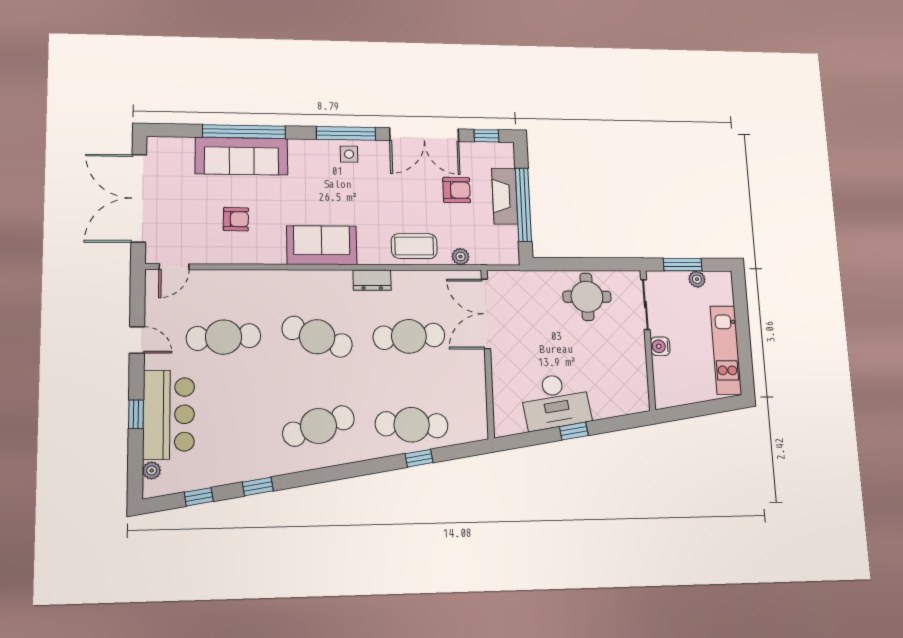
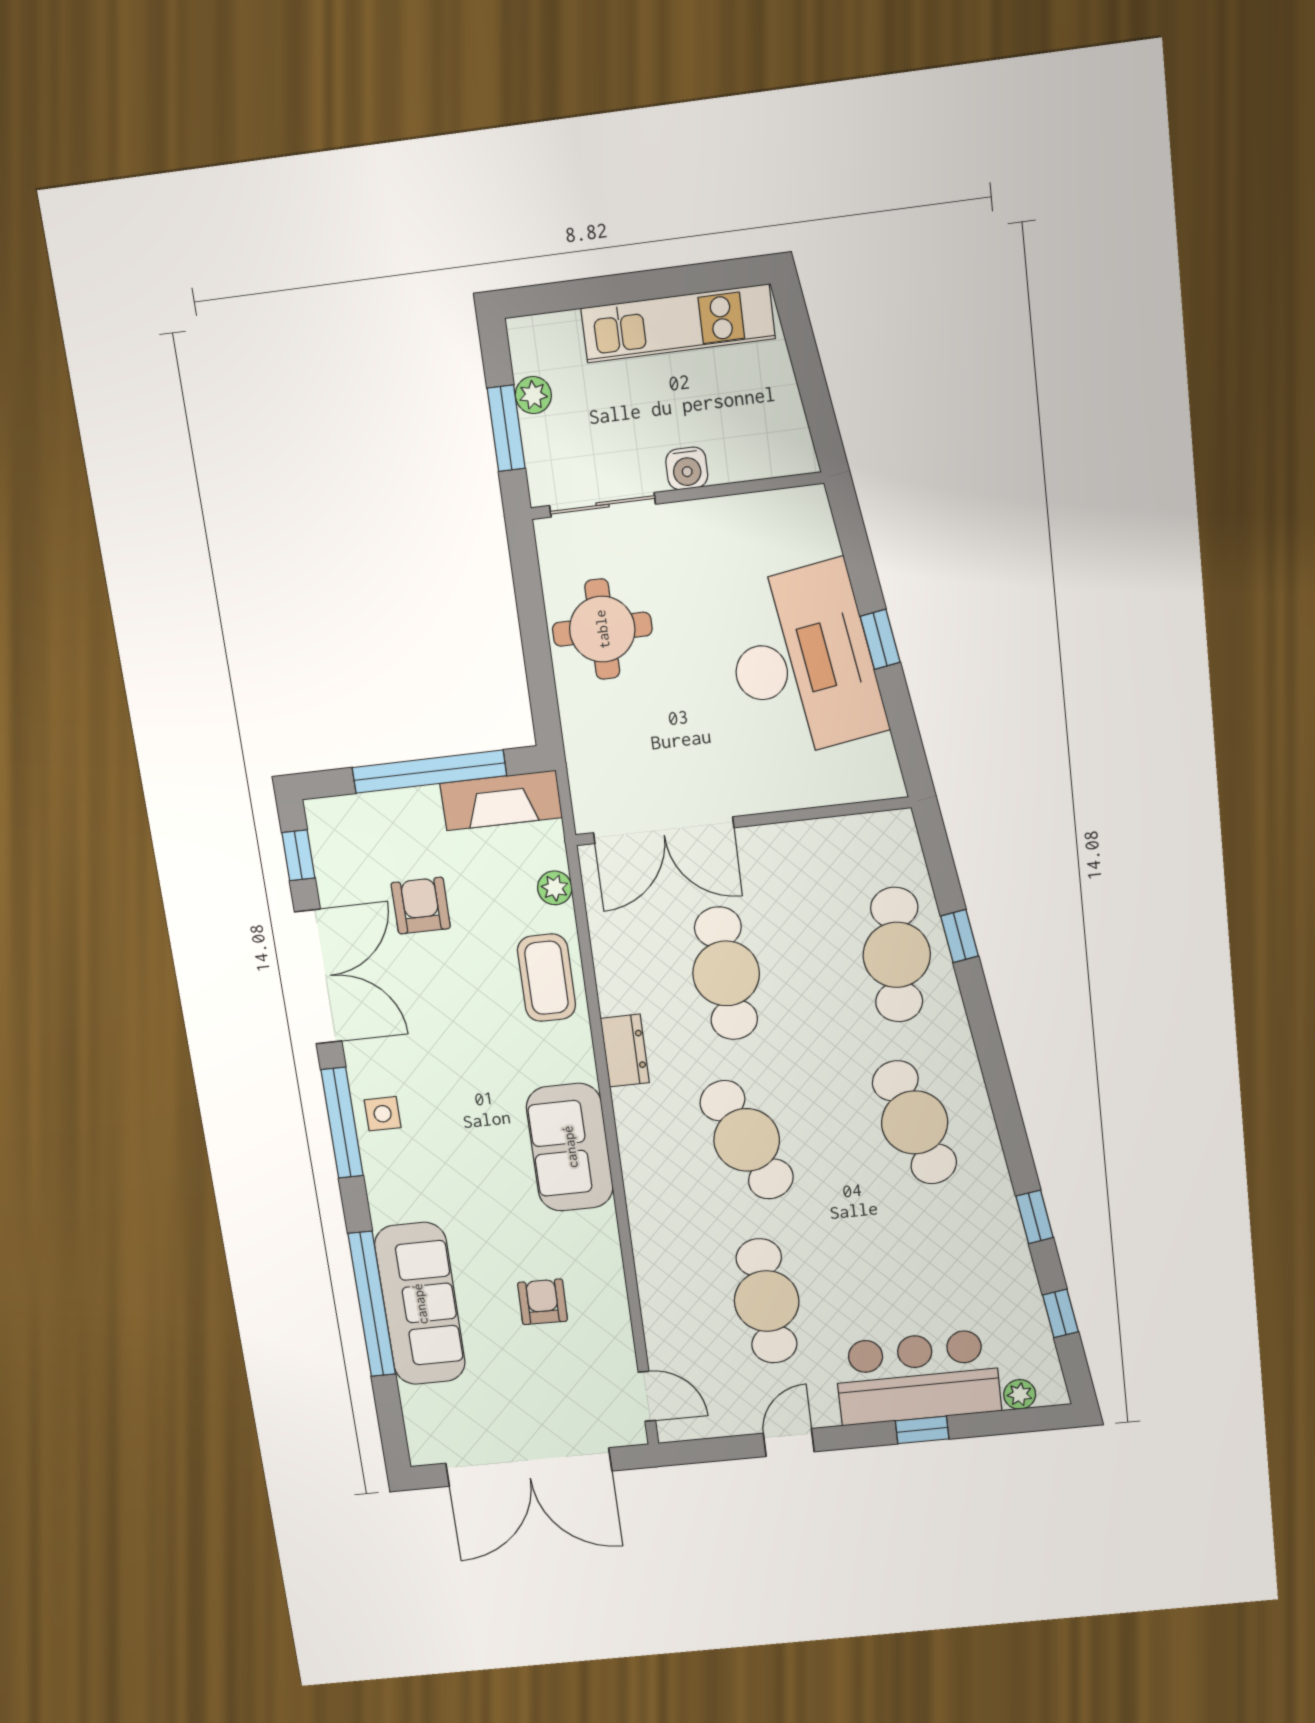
fireplace: (505, 196) -> (501, 800), moved
cafe table: (317, 337) -> (747, 1140), turned -45
desk: (555, 401) -> (802, 661), width x1.36, depth x1.30

